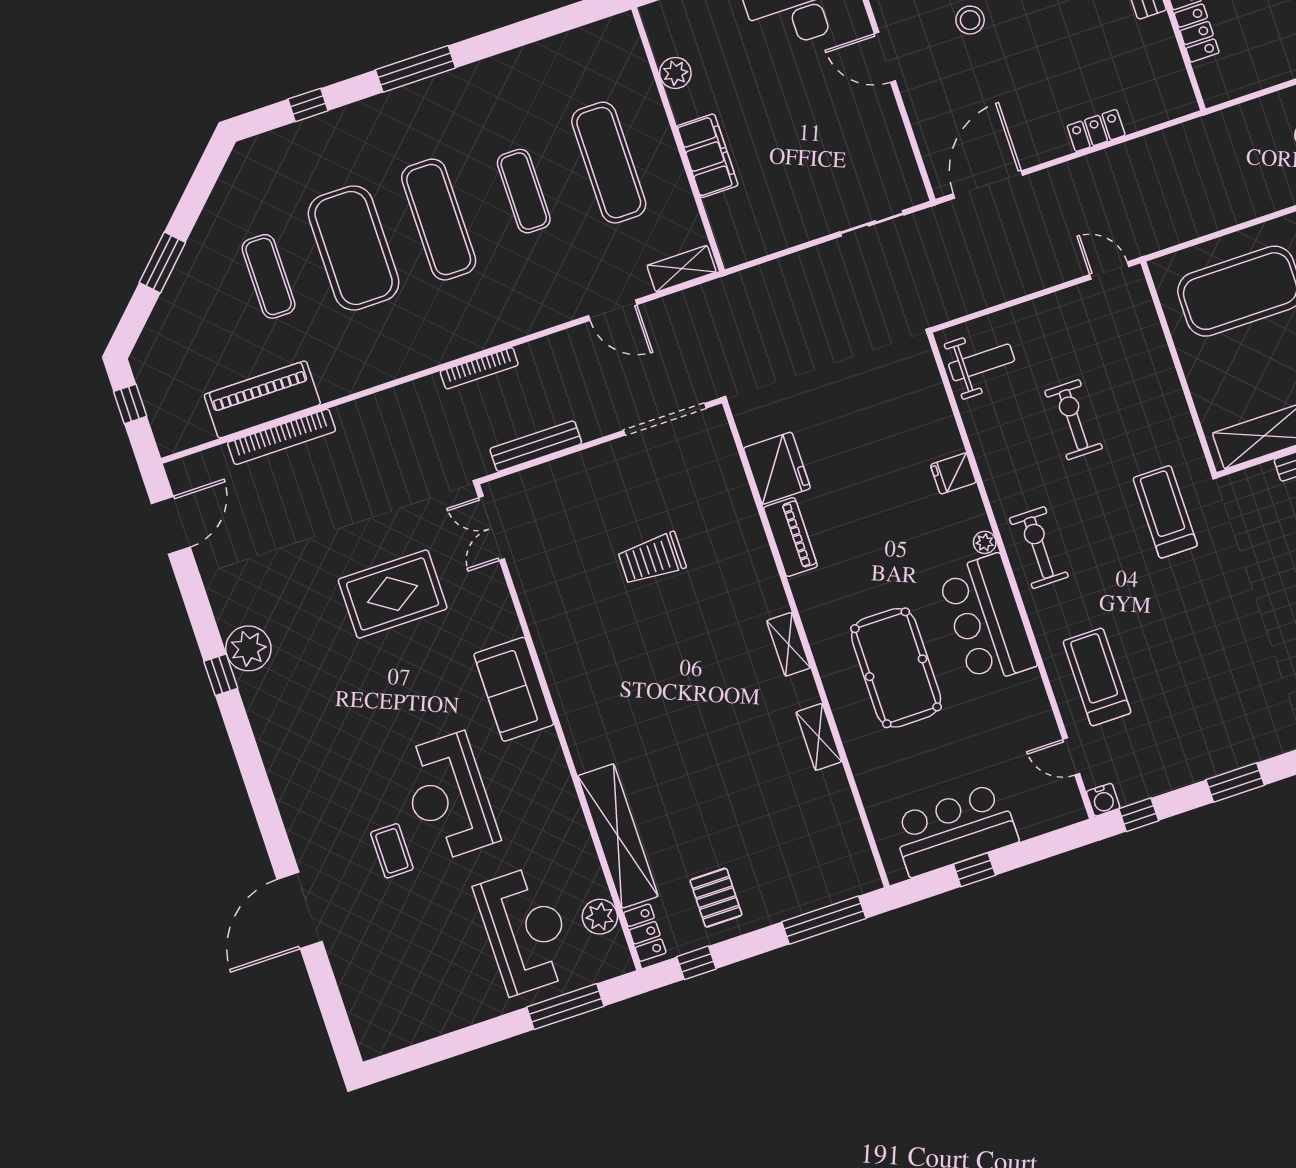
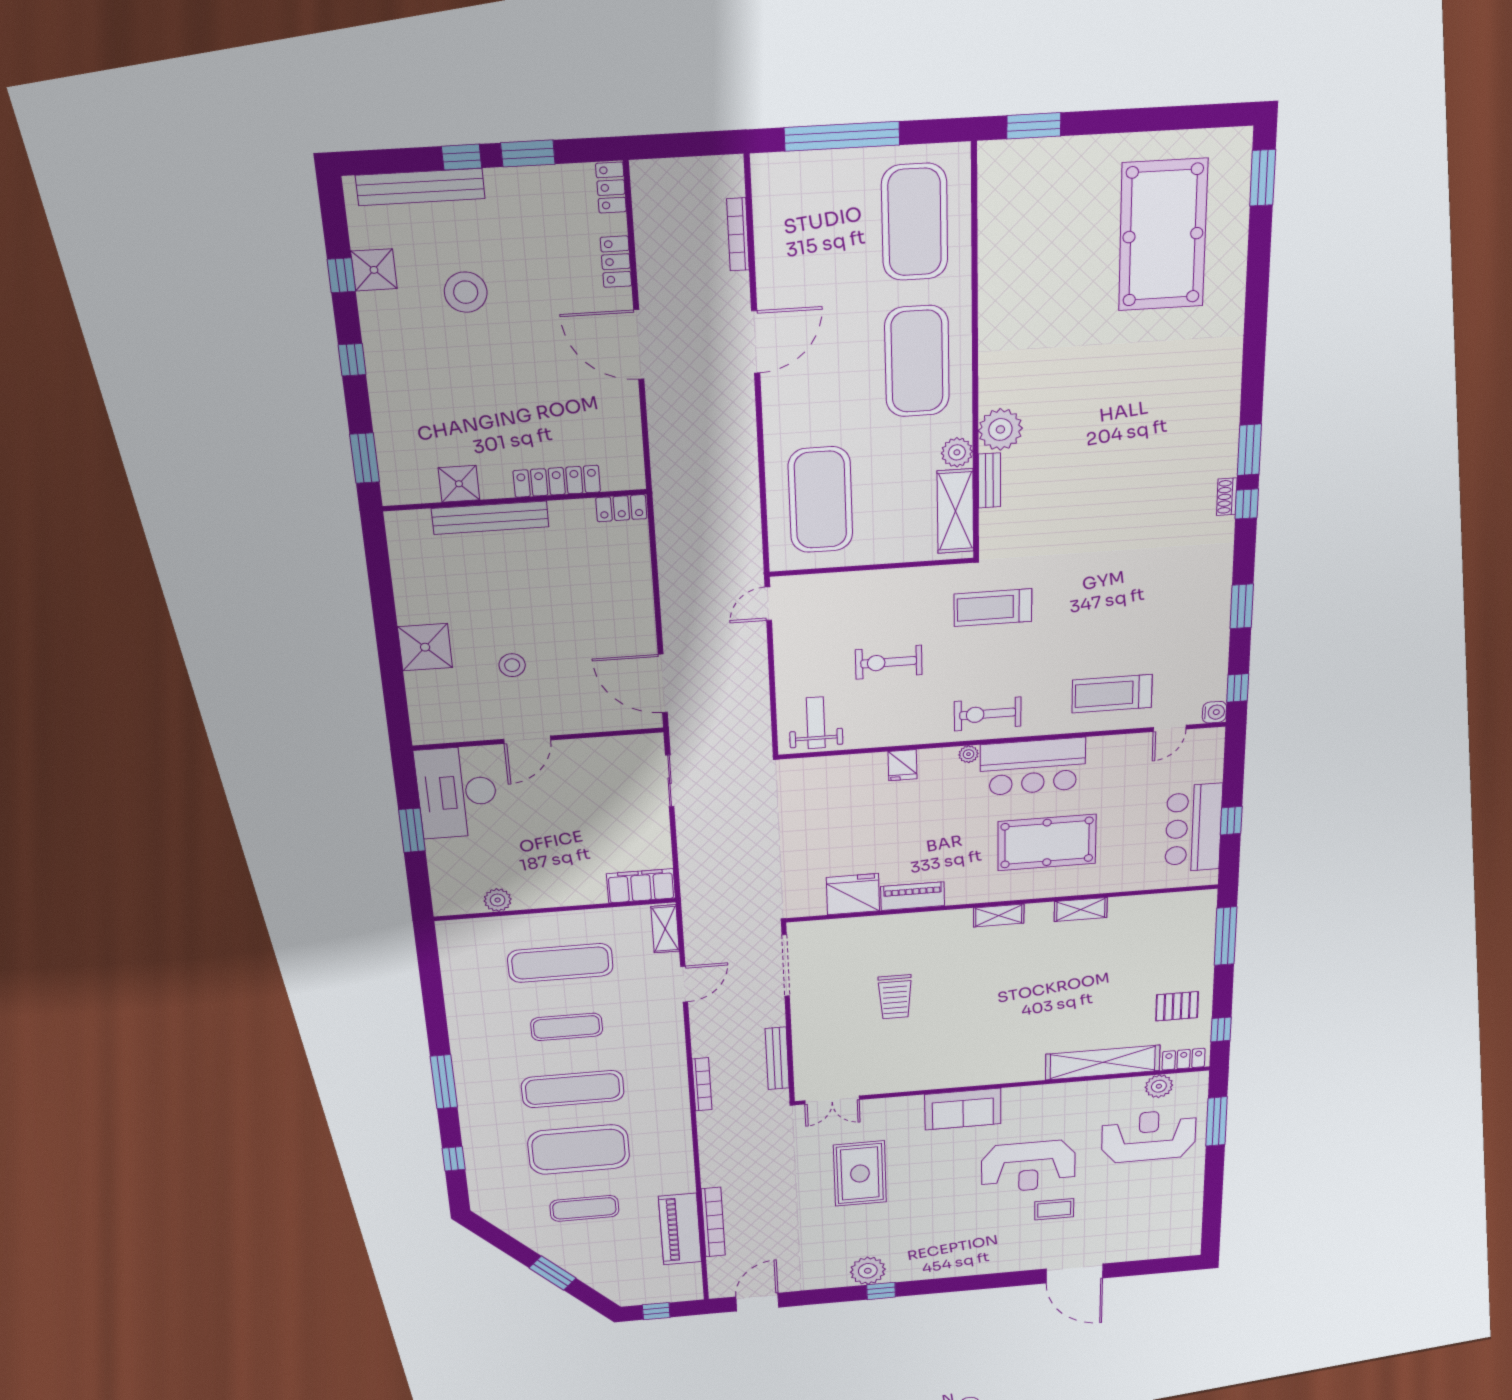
locker: (1096, 130) -> (621, 508), moved, turned -90
filing cabinet: (708, 156) -> (641, 886), moved
door: (171, 525) -> (757, 1302), hinge flipped

